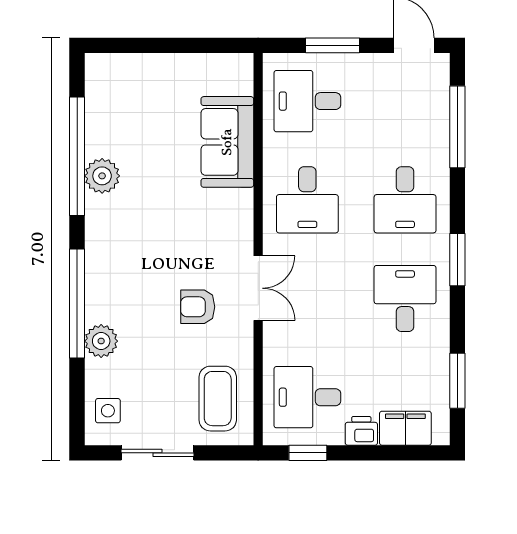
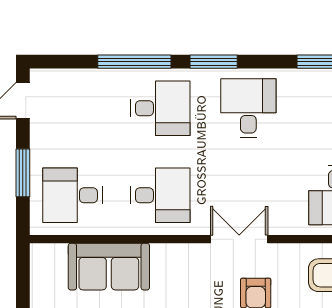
desk: (307, 101) -> (72, 195), turned 90
window: (457, 127) -> (134, 62), moved
desk: (405, 299) -> (248, 108), turned 90

